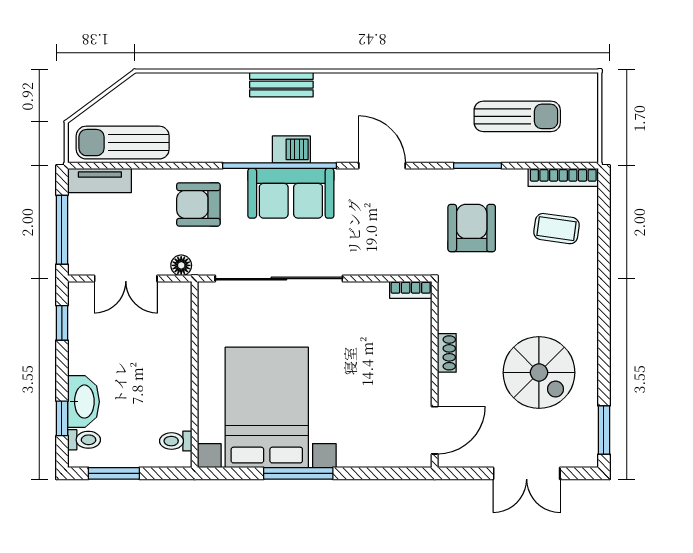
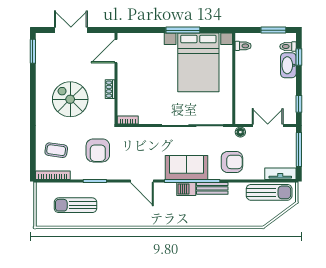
bench: (281, 85) -> (212, 188), moved
spiral stairs: (539, 373) -> (70, 99), moved

